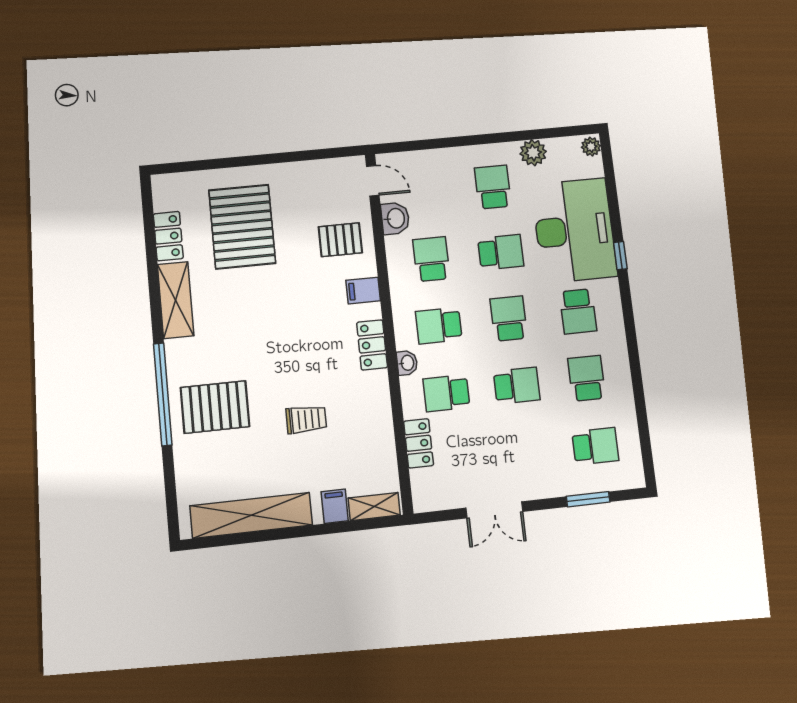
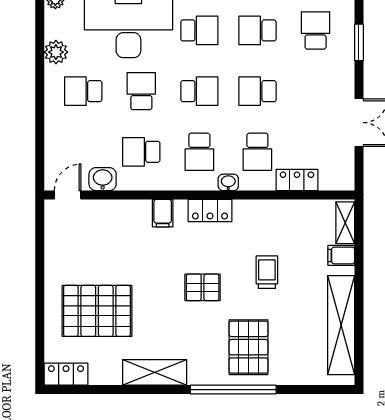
locker: (168, 236) -> (66, 374), moved
pallet: (340, 240) -> (203, 287), moved, turned 90
school desk: (509, 318) -> (199, 91), turned 180
school desk: (517, 386) -> (257, 91), turned -90

